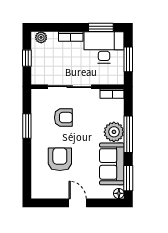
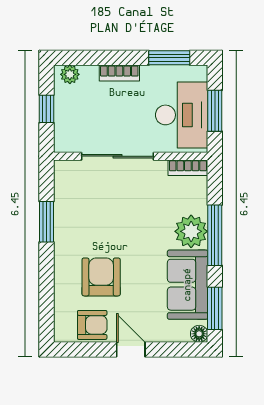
desk: (104, 47) -> (182, 115), moved, turned 90
armchair: (63, 118) -> (92, 325), moved

